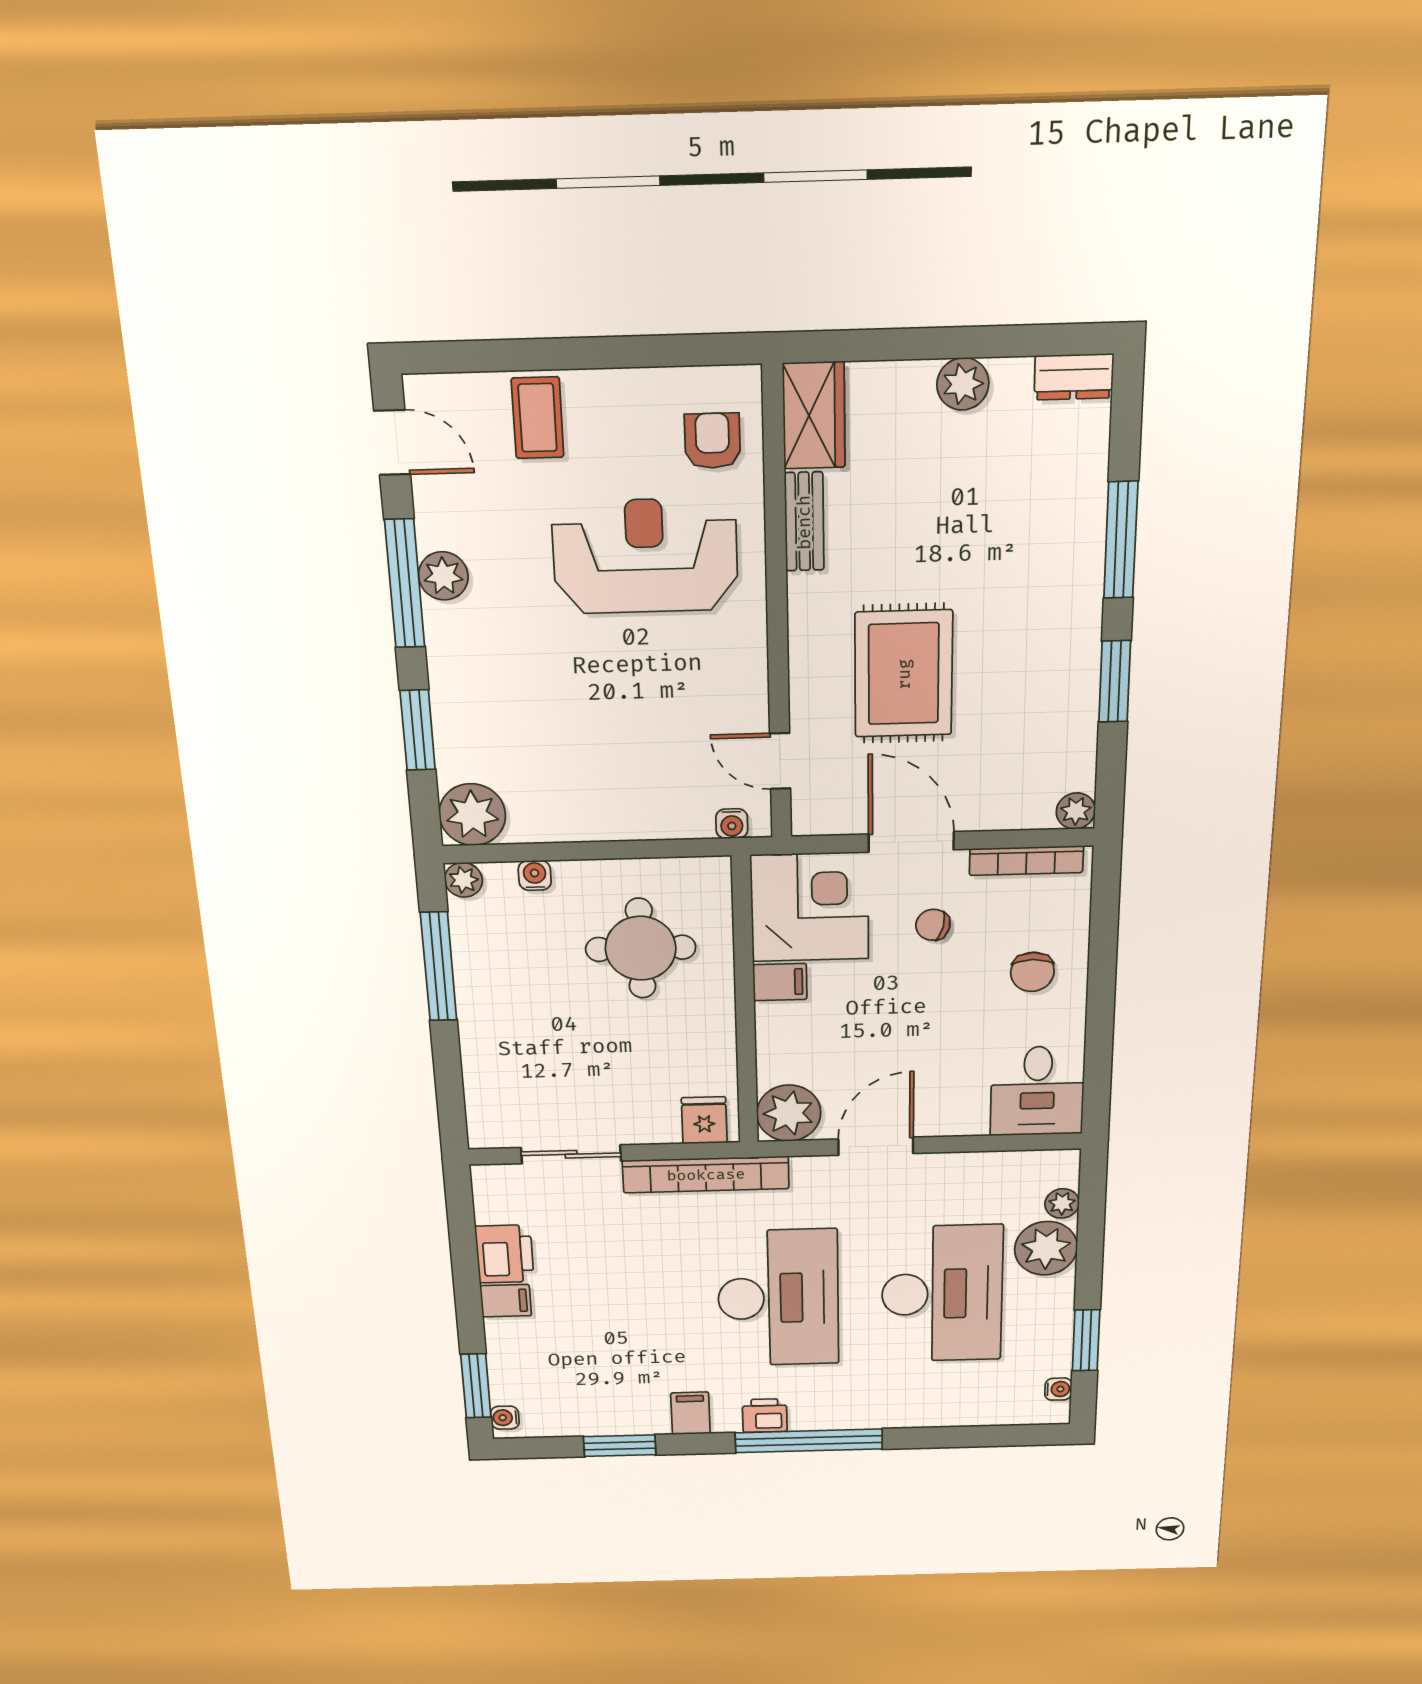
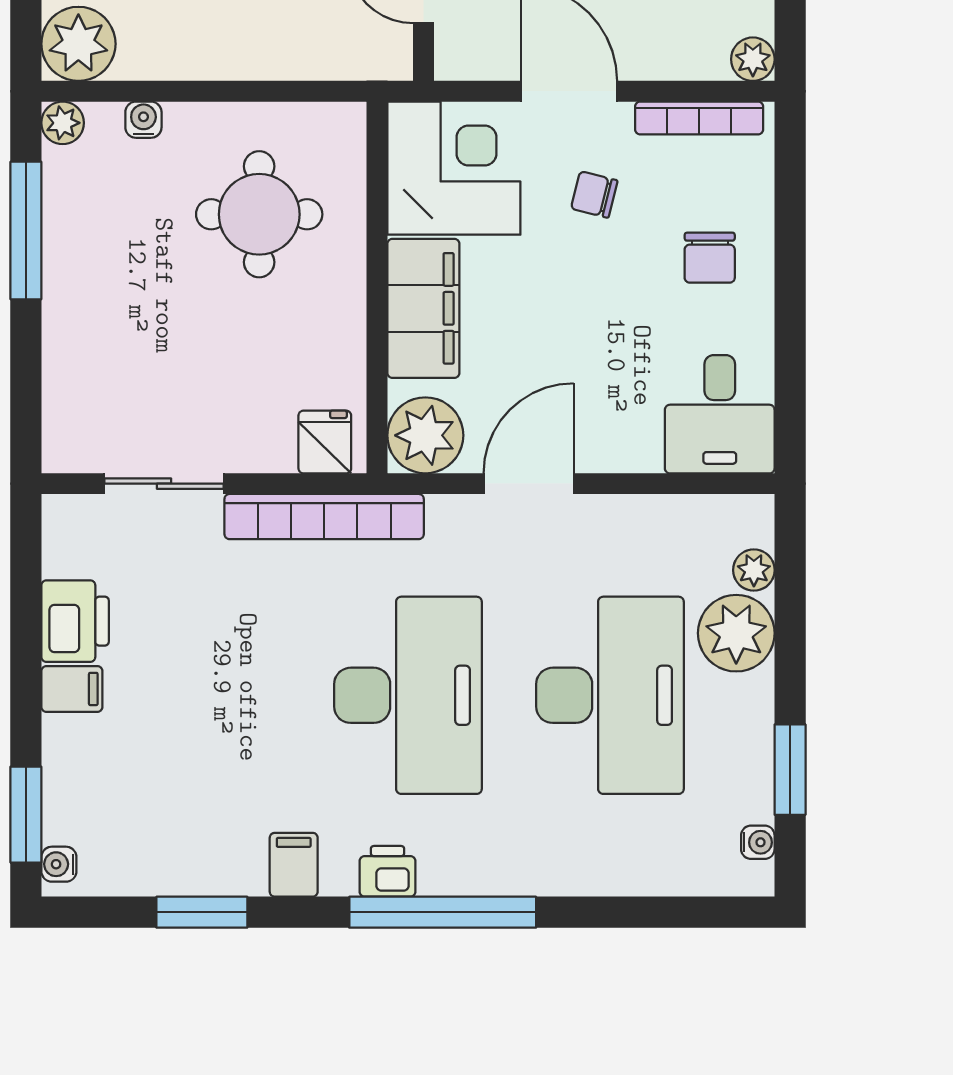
water cooler: (732, 824) -> (368, 63), removed
filing cabinet: (780, 982) -> (423, 308), width x3.00, depth x1.17

